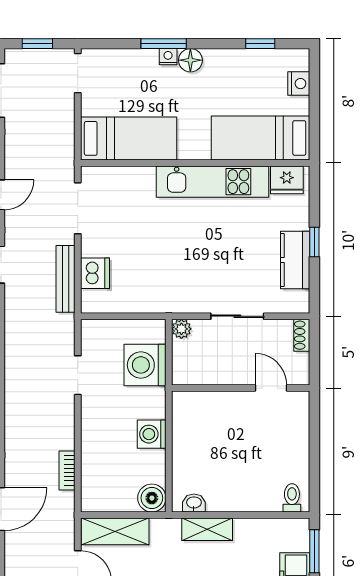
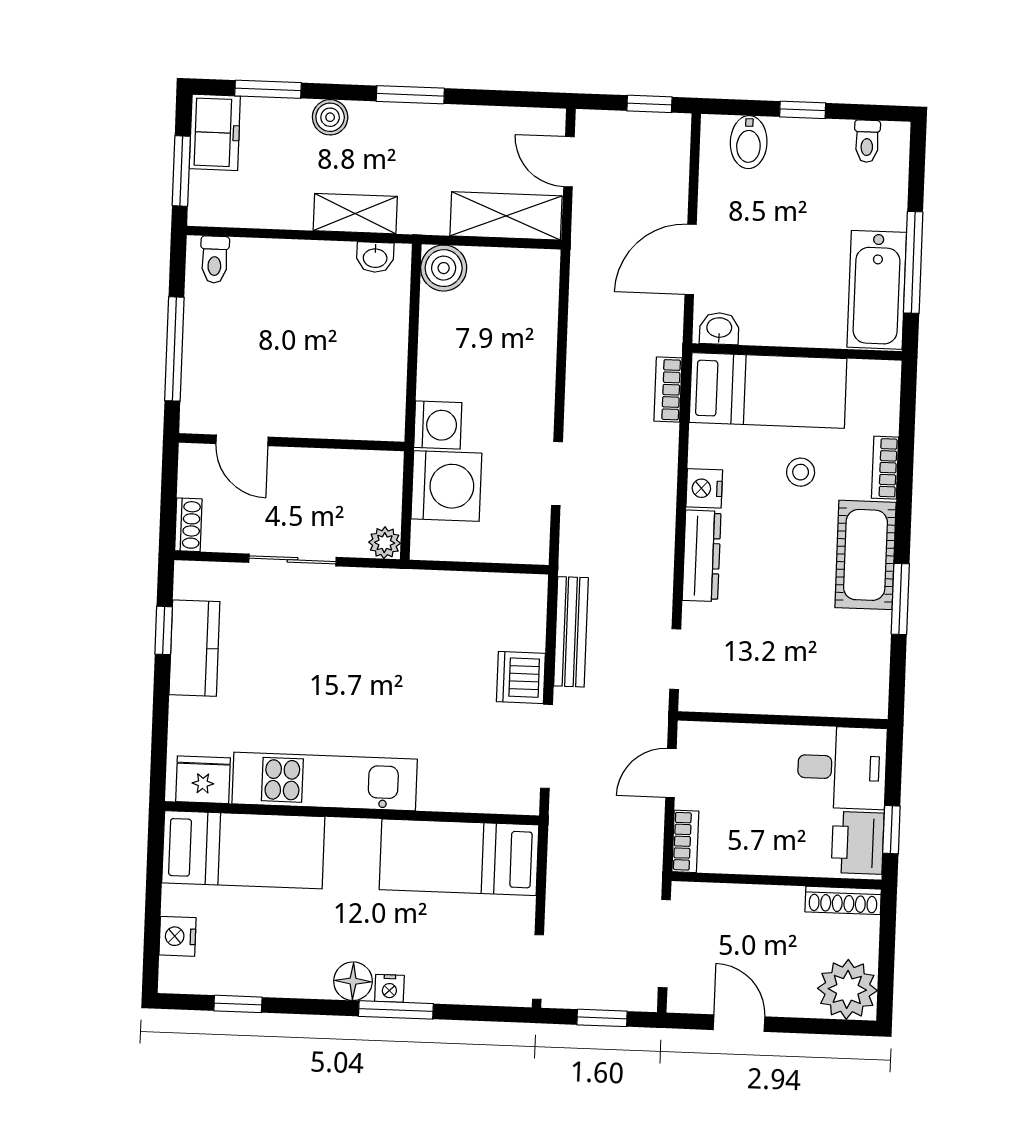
window: (314, 242) -> (164, 630), moved
dishwasher: (95, 273) -> (521, 677), moved
washing machine: (152, 434) -> (438, 425), moved
window: (314, 442) -> (174, 349), added
bookcase: (67, 470) -> (668, 390), moved, turned 180

